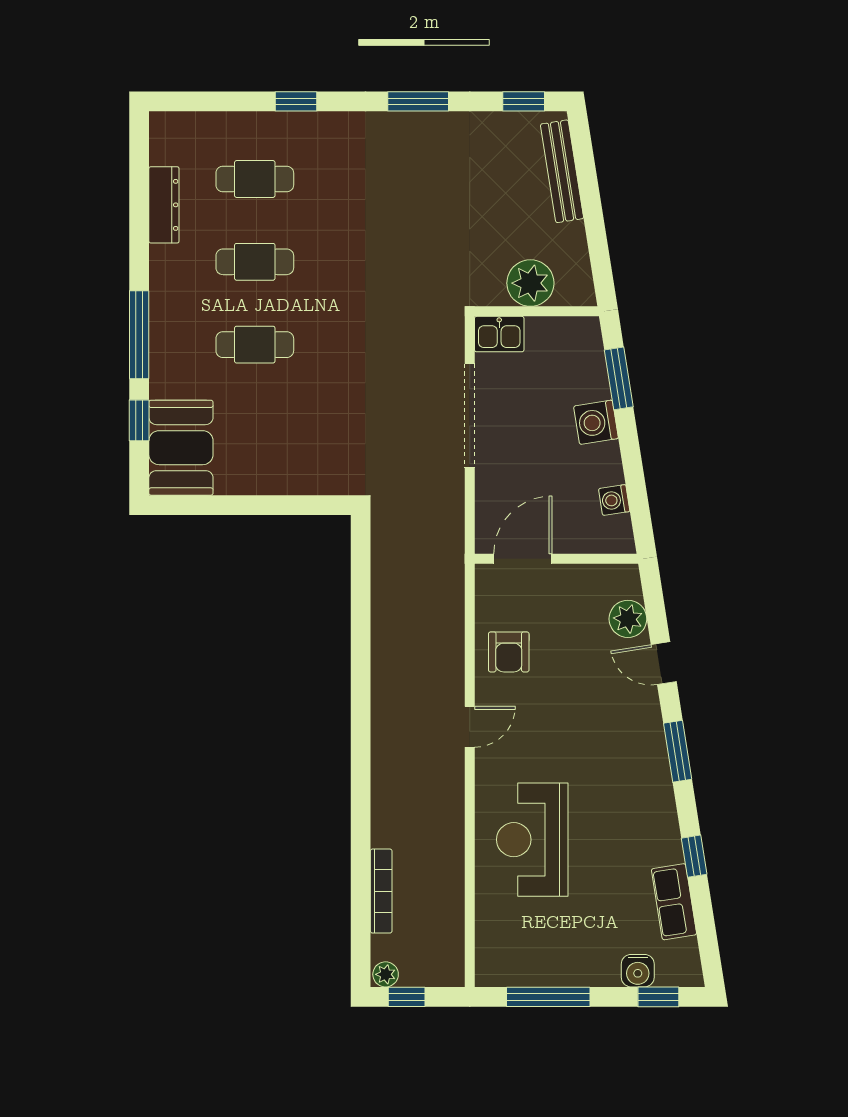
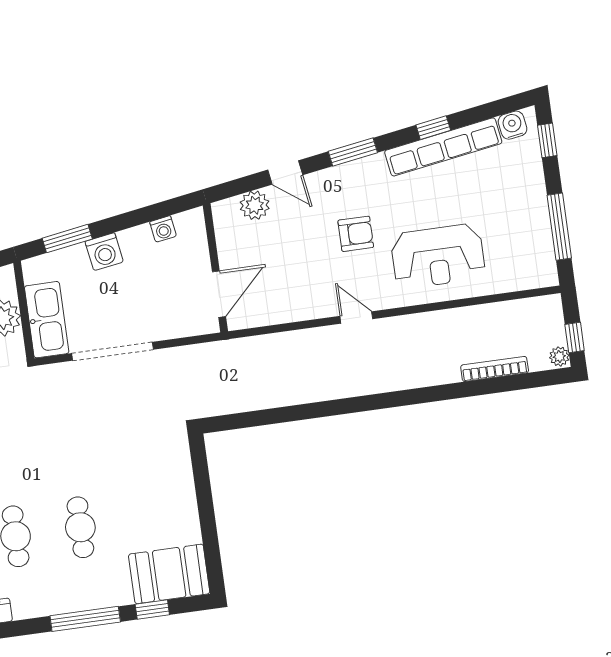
kitchen sink: (499, 334) -> (47, 320), width x1.88, depth x1.24
door: (523, 559) -> (219, 294), swing flipped
armchair: (509, 652) -> (356, 234), moved
door: (664, 663) -> (285, 172), hinge flipped
row of seats: (674, 902) -> (443, 147), width x2.02
water cooler: (638, 971) -> (513, 125), moved, turned -99

